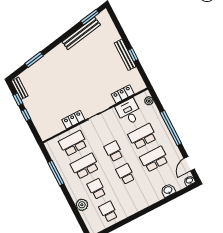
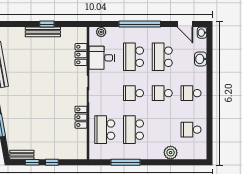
school desk: (97, 189) -> (191, 93), moved

